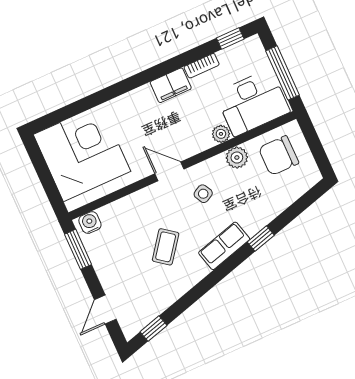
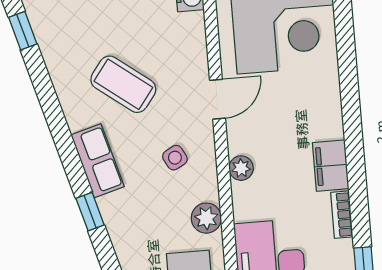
plant: (221, 134) -> (241, 168), moved
door: (169, 171) -> (217, 99), moved
coffee table: (166, 247) -> (123, 84), width x1.36, depth x1.30

